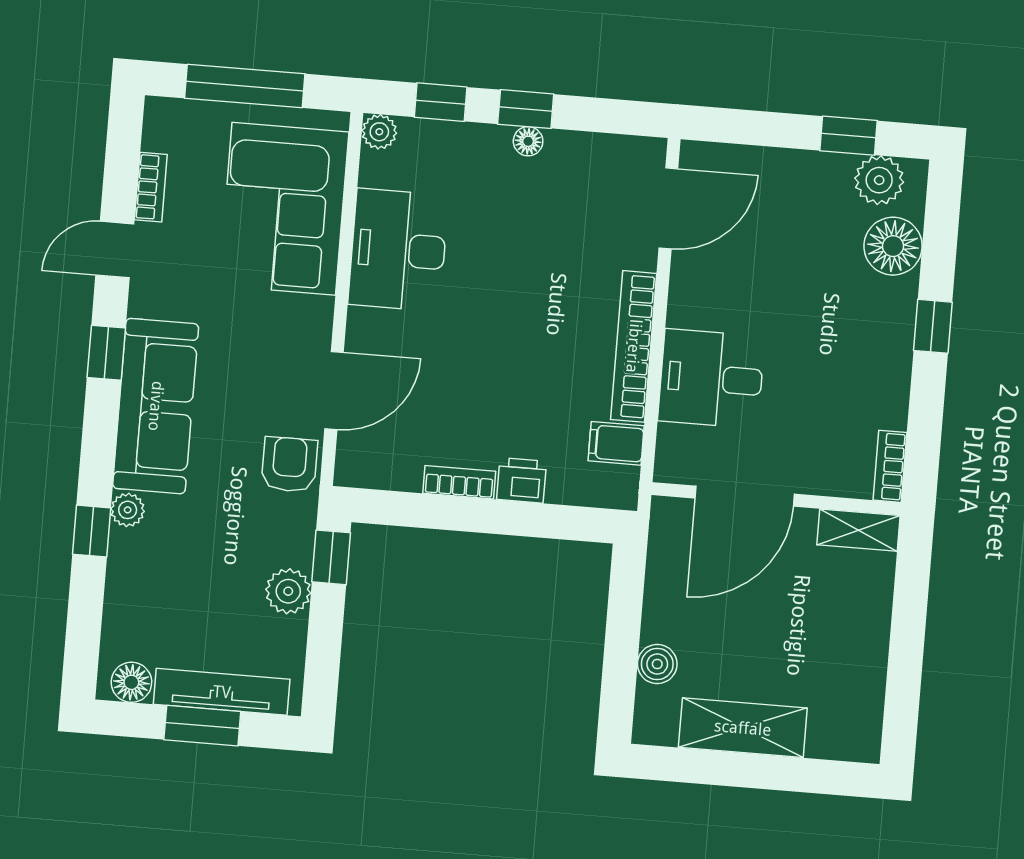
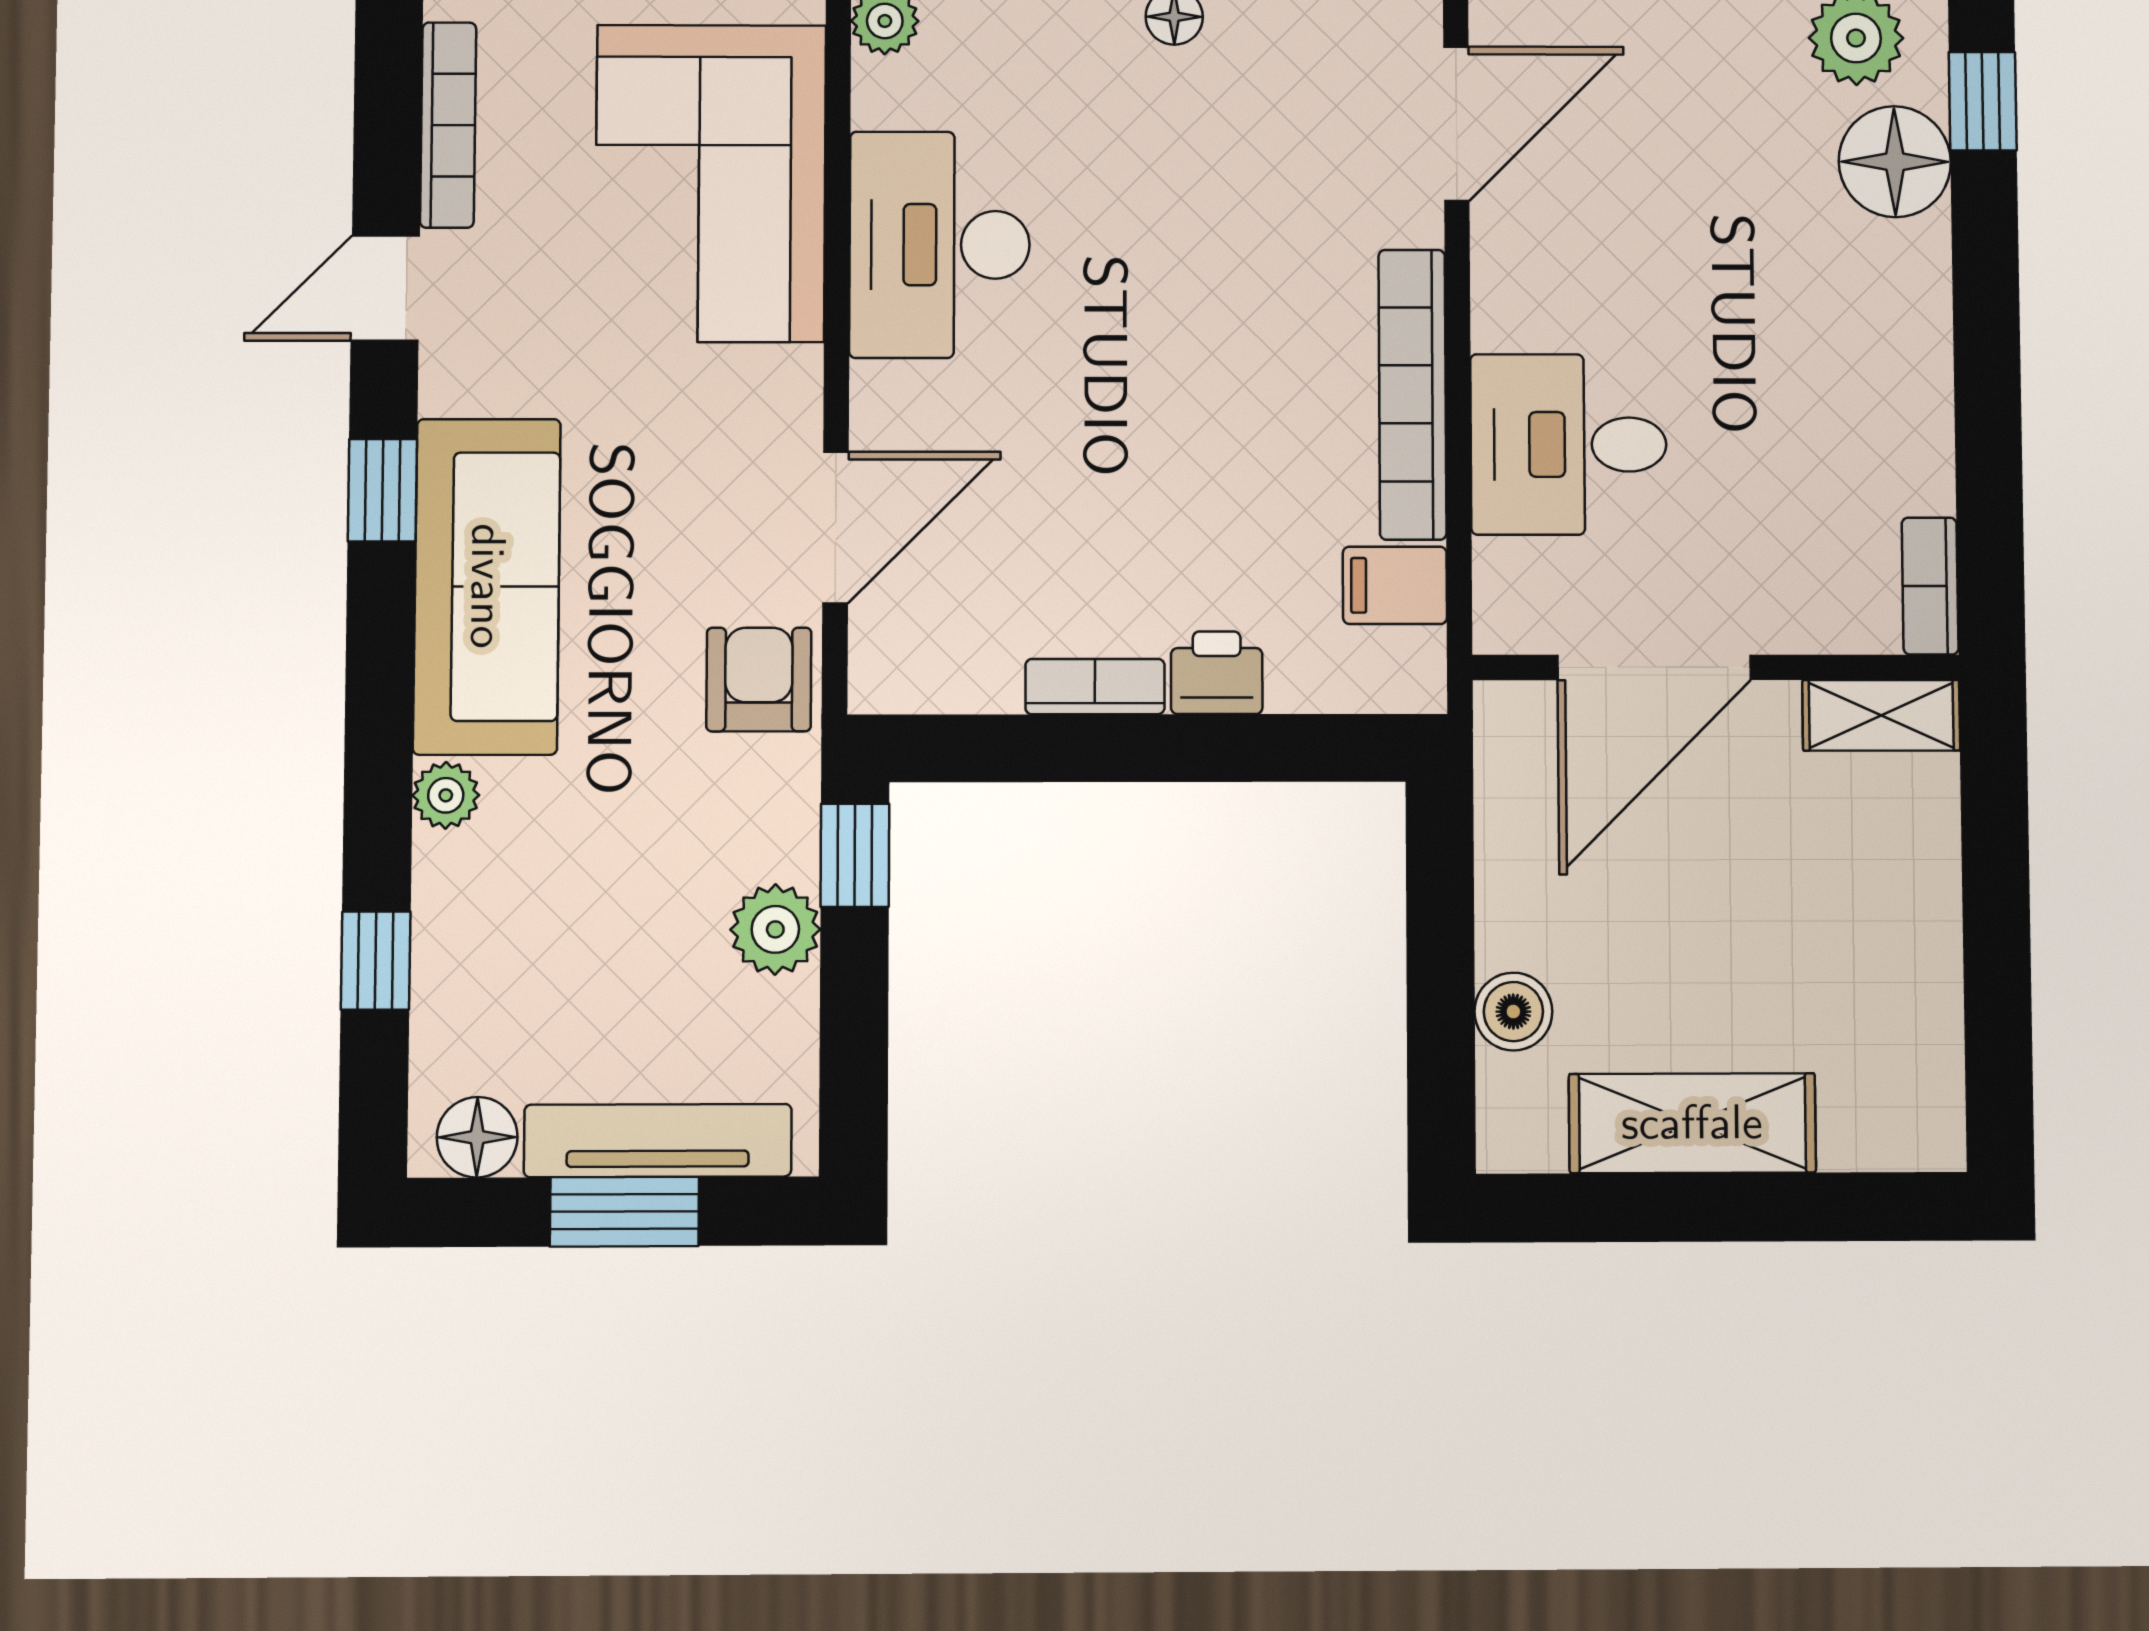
bookcase: (151, 187) -> (448, 125), width x1.56
window: (933, 326) -> (1983, 101), moved
window: (92, 531) -> (376, 961), moved

